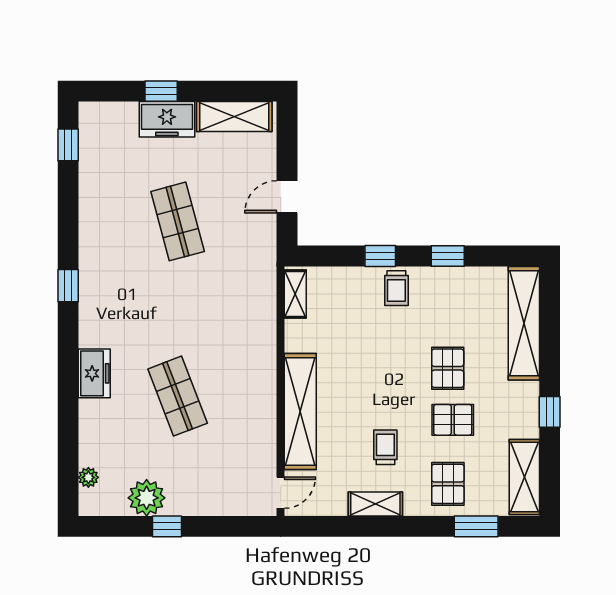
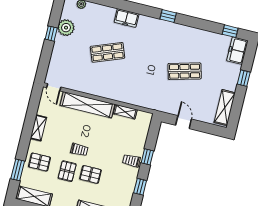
freezer: (167, 119) -> (237, 51), moved
shelving: (295, 294) -> (125, 112), moved
trolley: (385, 447) -> (79, 150), moved

